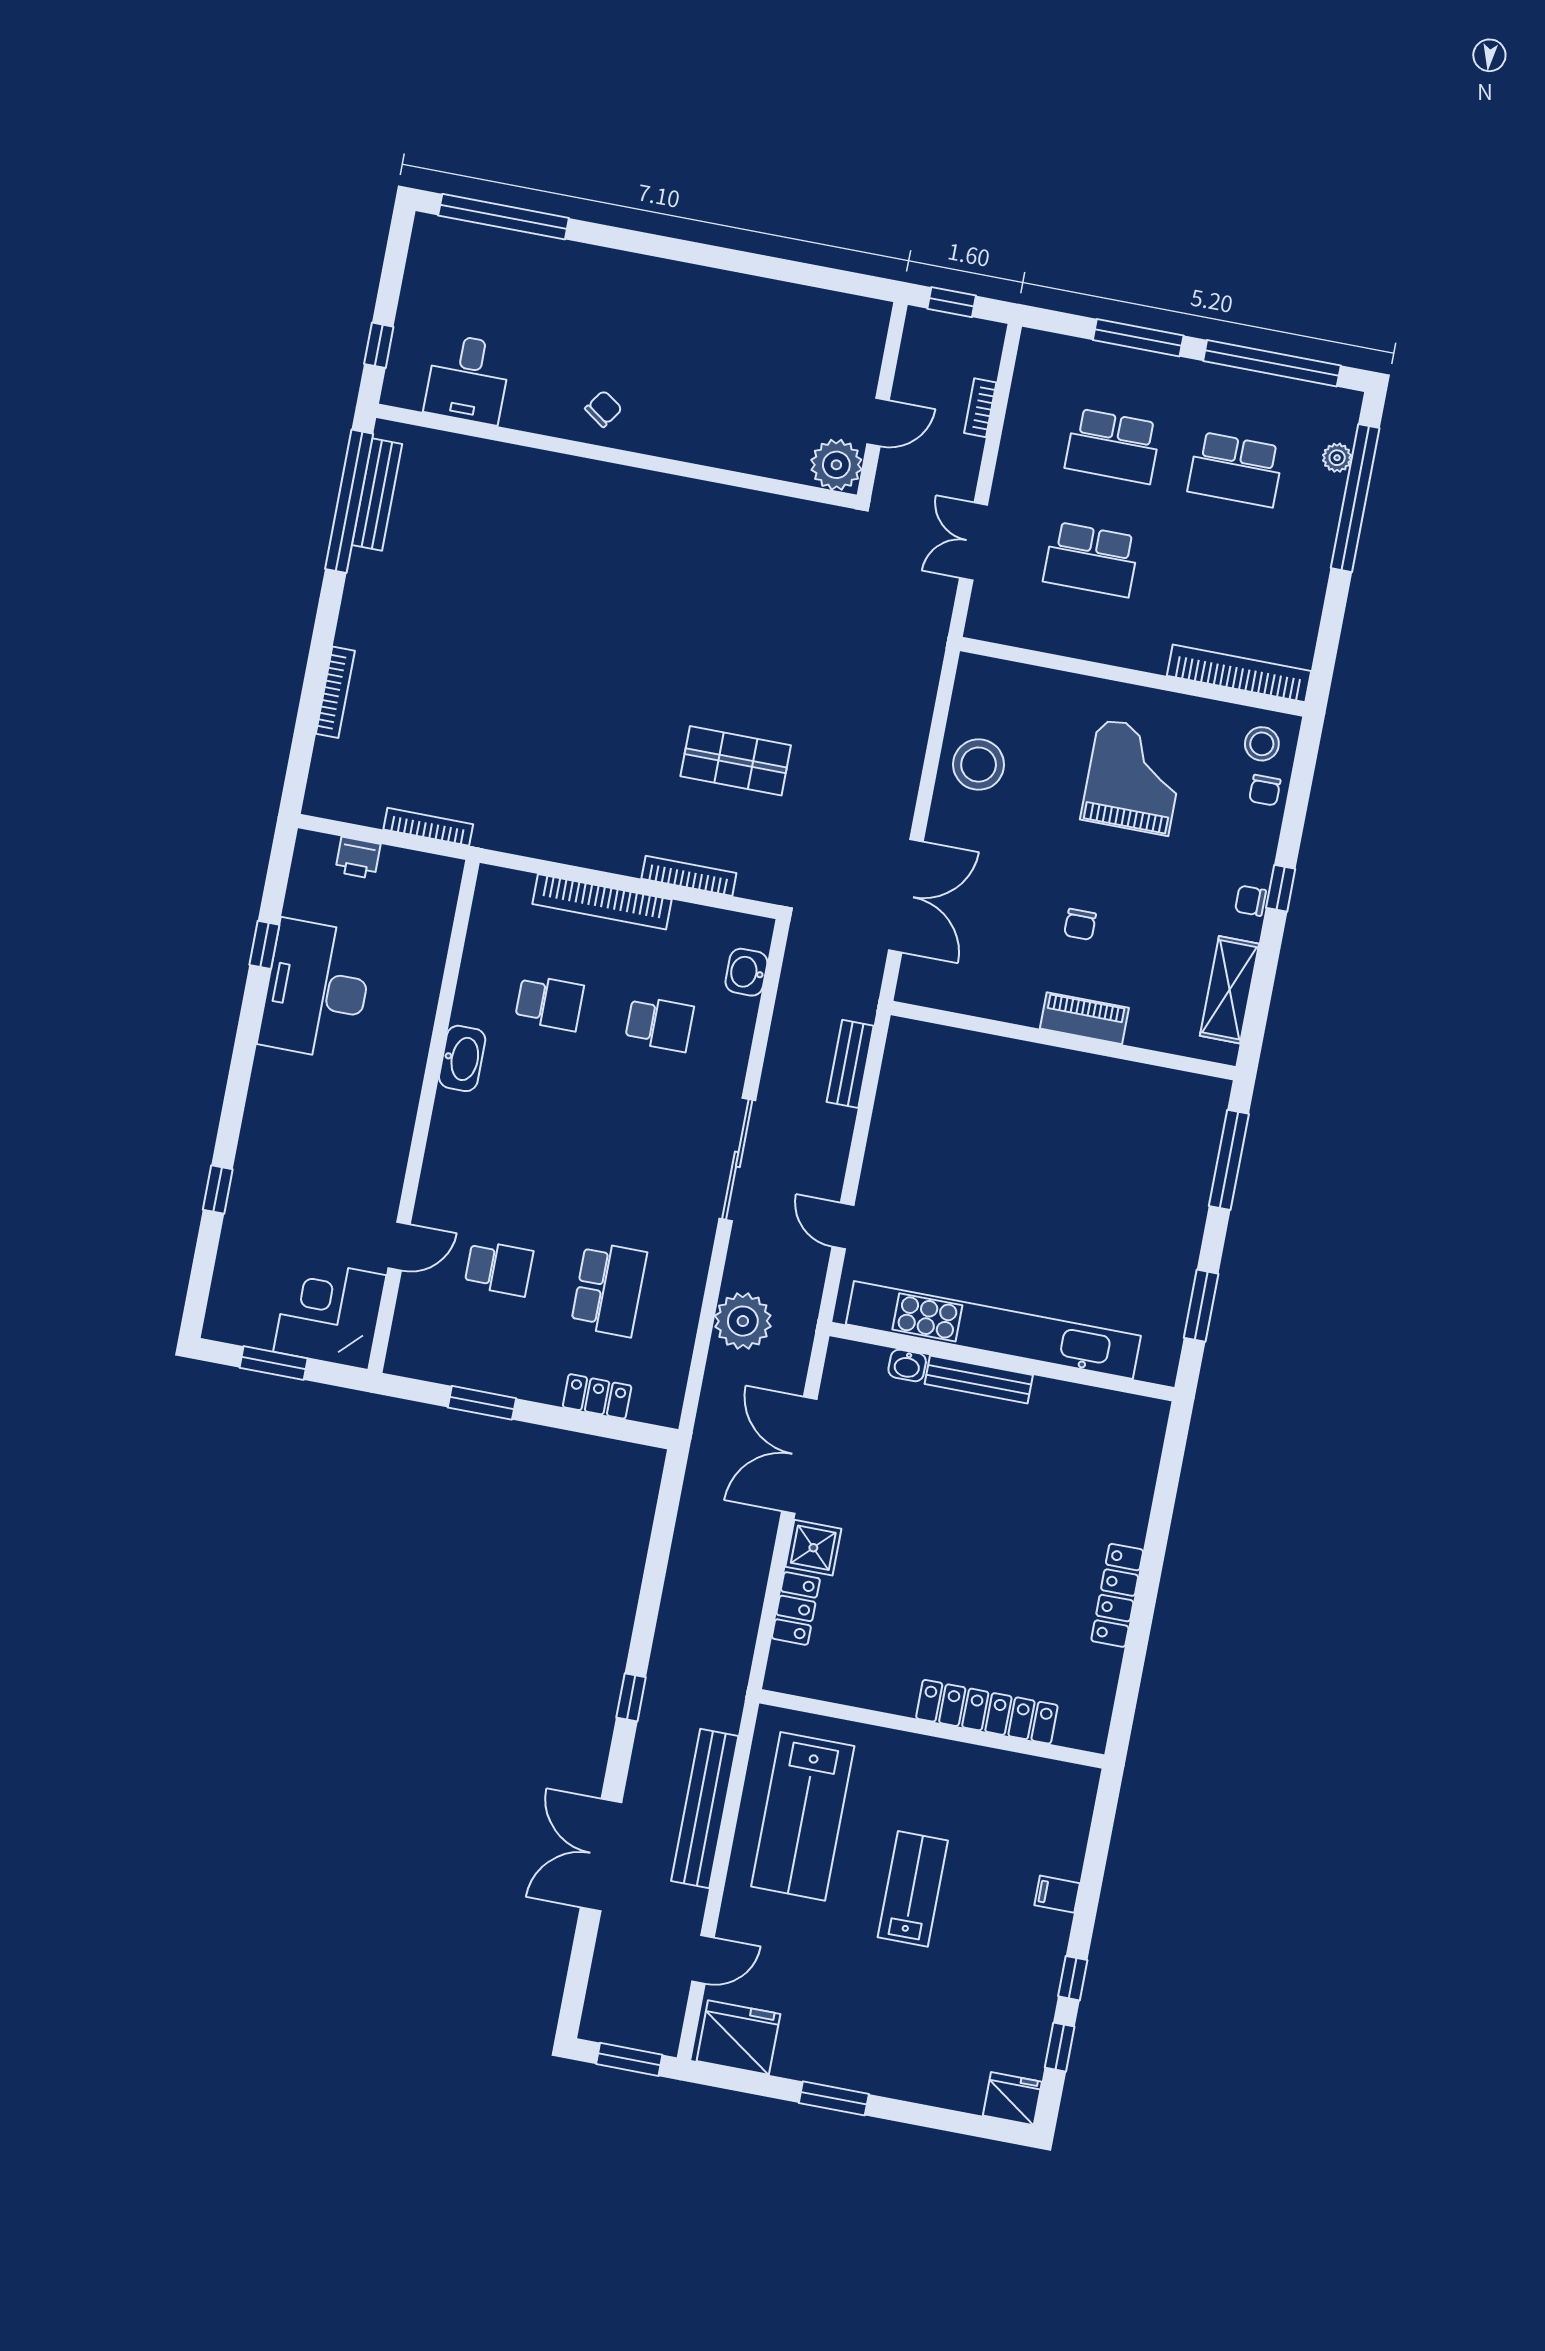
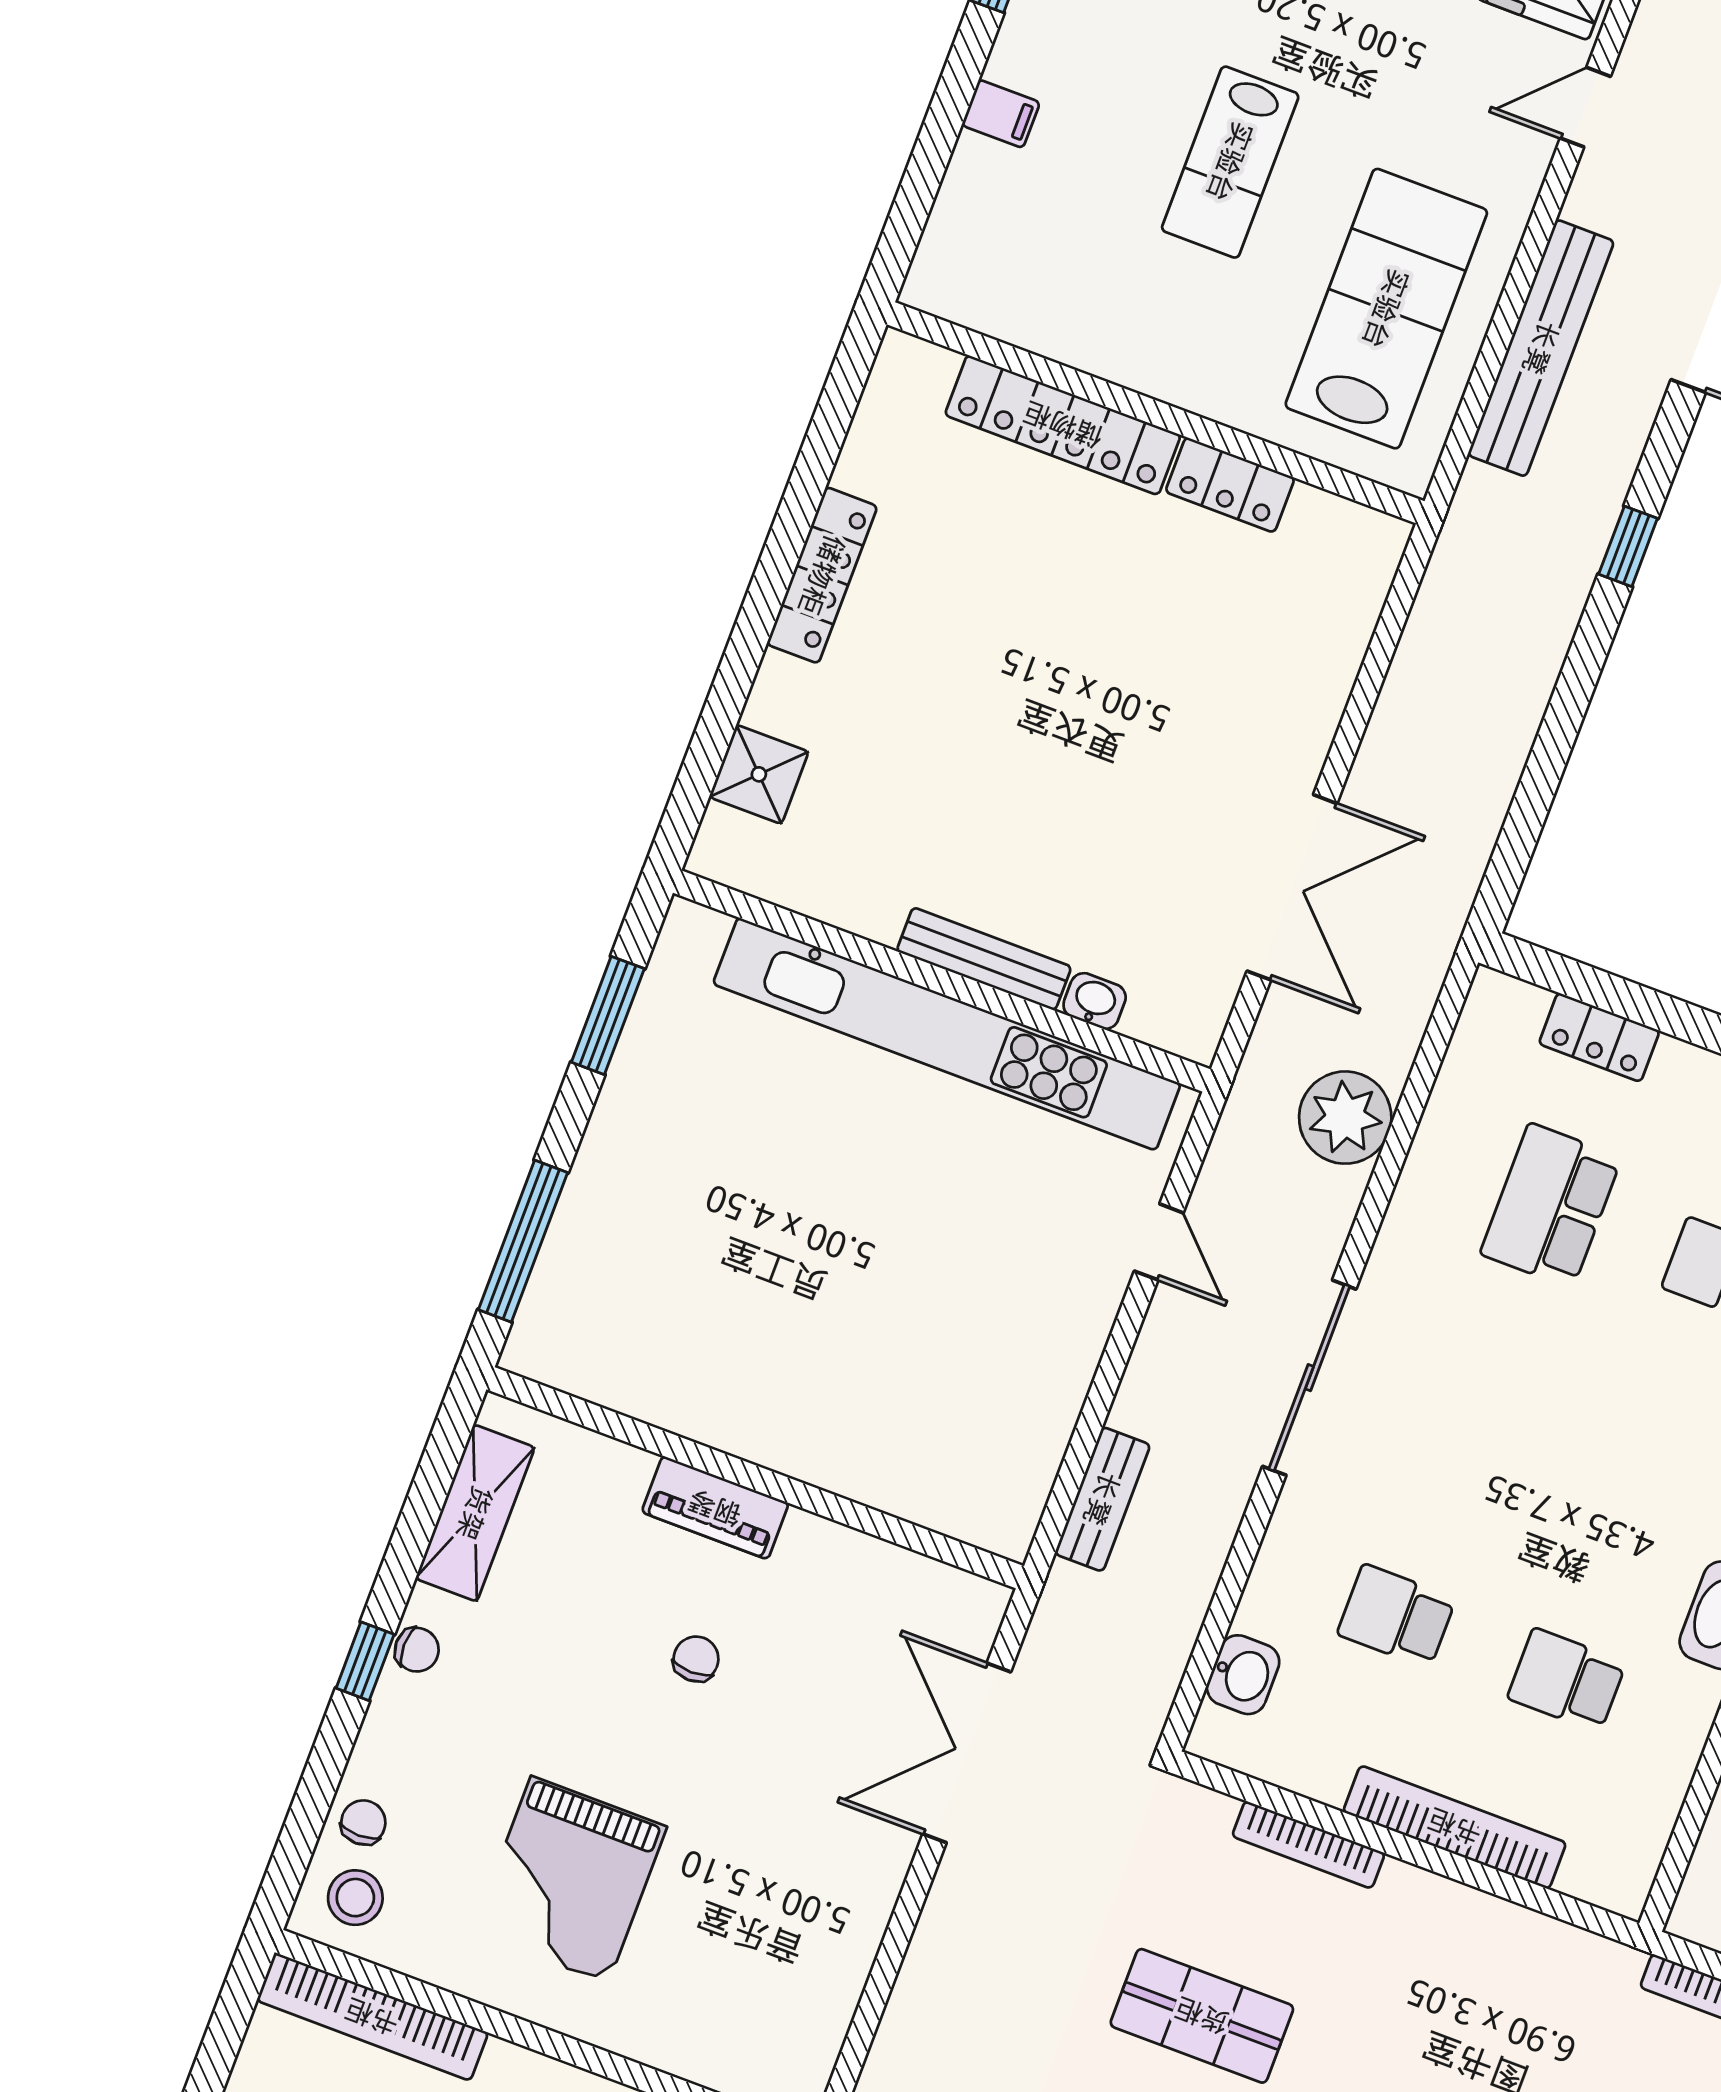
stool: (979, 765) -> (814, 1943), removed
shower: (813, 1548) -> (759, 774), moved
locker: (796, 1608) -> (1230, 485), moved, turned -90

